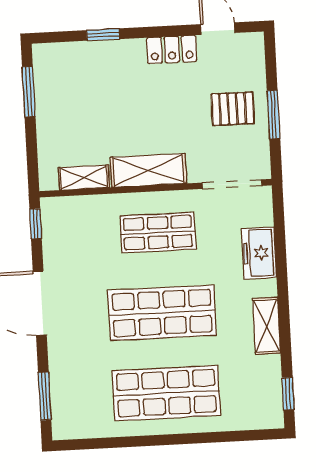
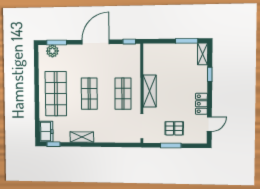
pallet: (233, 109) -> (174, 128), turned 90
shelving: (84, 177) -> (203, 54), moved
freezer: (259, 253) -> (46, 132), moved, turned 90
shop shelf: (162, 313) -> (89, 94), width x0.70, depth x0.74
plant: (65, 405) -> (52, 51), added

